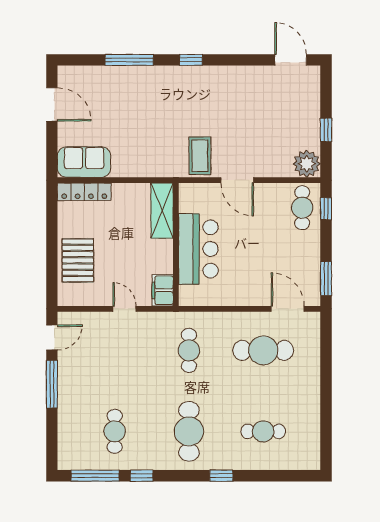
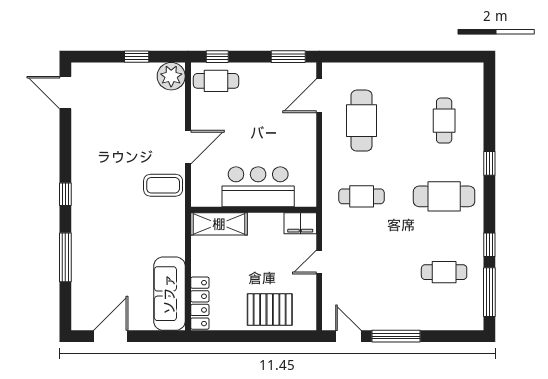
door: (291, 60) -> (65, 93), hinge flipped
sofa: (84, 162) -> (169, 294), width x1.36

